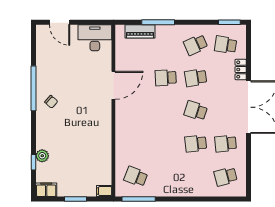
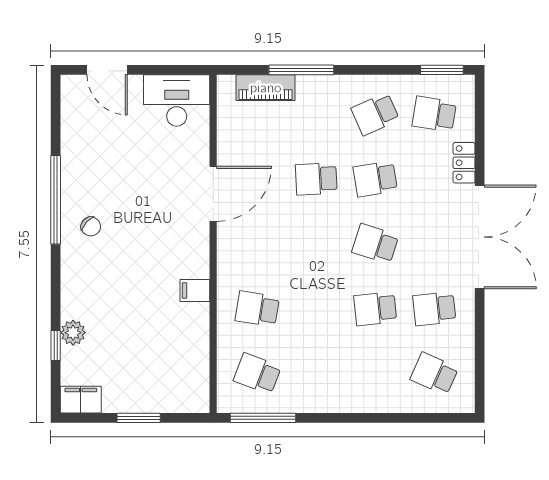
school desk: (136, 144) -> (257, 309), added
school desk: (226, 177) -> (434, 374), turned 39
filing cabinet: (104, 191) -> (195, 291), moved

